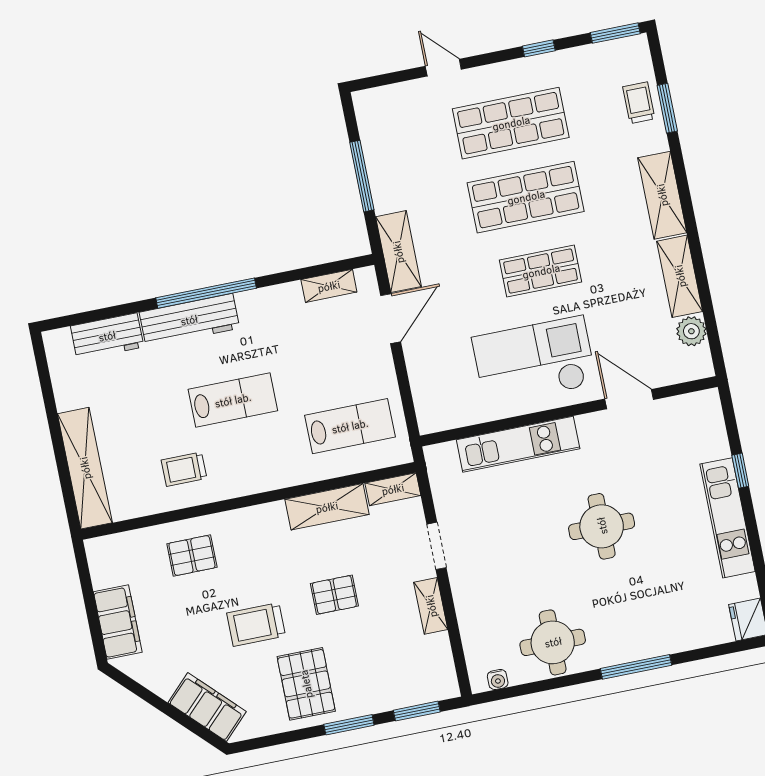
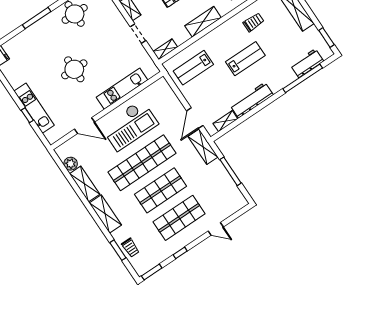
shop shelf: (541, 271) -> (142, 163), width x2.00, depth x1.36
window: (206, 293) -> (303, 78), moved
workbench: (189, 320) -> (252, 100), moved
window: (44, 374) -> (326, 37), added
lab bench: (233, 400) -> (245, 59), turned 180
shelving: (327, 507) -> (203, 22), moved
kitchen unit: (728, 518) -> (34, 108), moved

